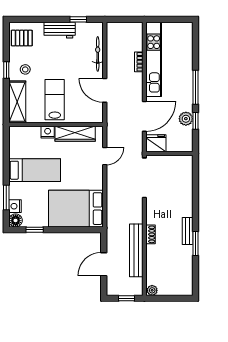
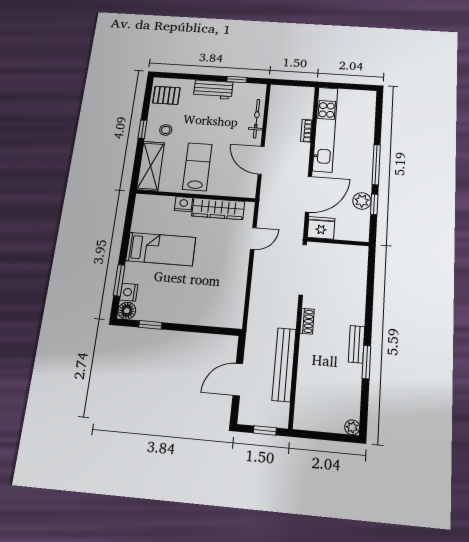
bed: (76, 209) -> (208, 302), removed
shoe rack: (151, 234) -> (307, 321), moved
plant: (152, 290) -> (352, 427), moved

